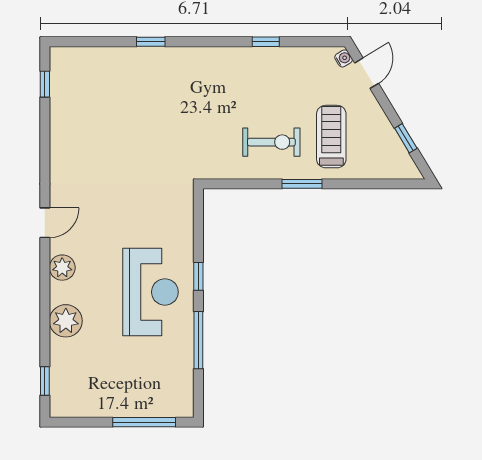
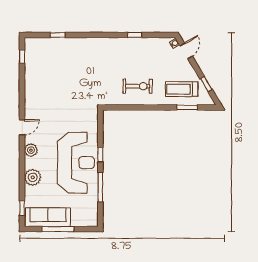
window: (151, 42) -> (58, 35), moved
treadmill: (331, 137) -> (182, 89), moved, turned -90
window: (302, 184) -> (187, 107), moved
reception desk: (150, 292) -> (76, 163), width x1.36, depth x1.30
sofa: (96, 399) -> (48, 217), added
window: (144, 422) -> (58, 229), moved

